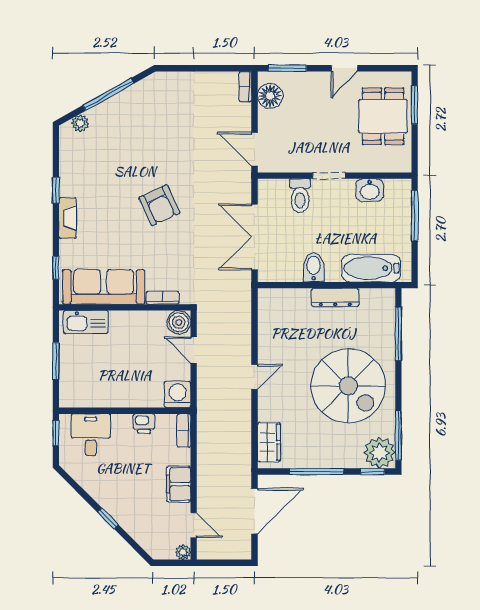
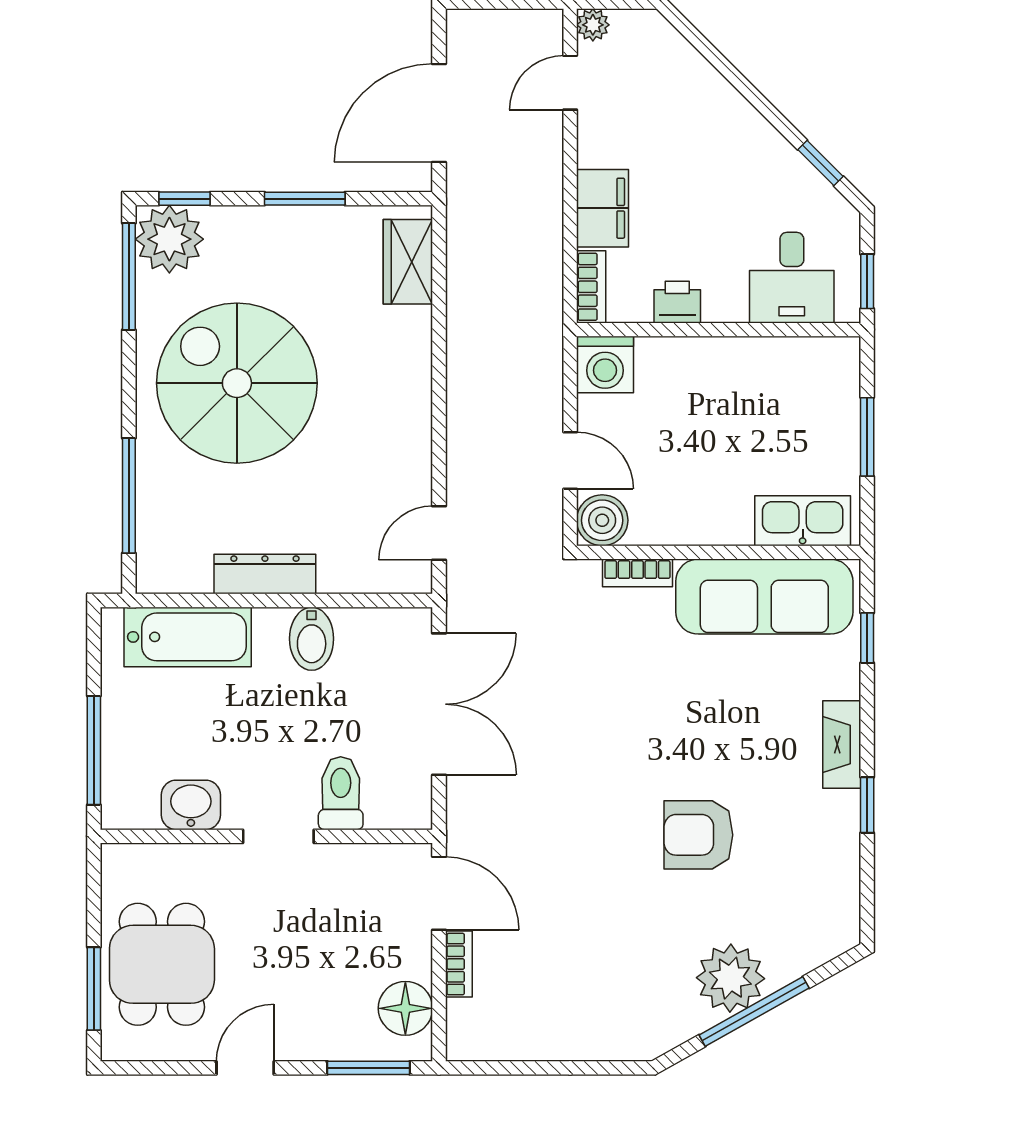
bookcase: (245, 87) -> (459, 964), moved
plant: (80, 123) -> (730, 978), moved, width x1.88, depth x1.88
armchair: (159, 205) -> (698, 835), moved, turned -65
door: (254, 377) -> (439, 533), moved
window: (317, 472) -> (305, 199), width x0.69
filing cabinet: (179, 484) -> (603, 208), moved
window: (108, 518) -> (820, 163), moved
door: (194, 525) -> (570, 83), hinge flipped

